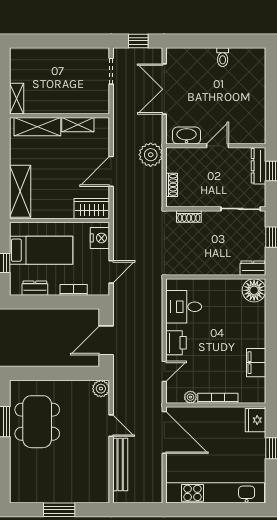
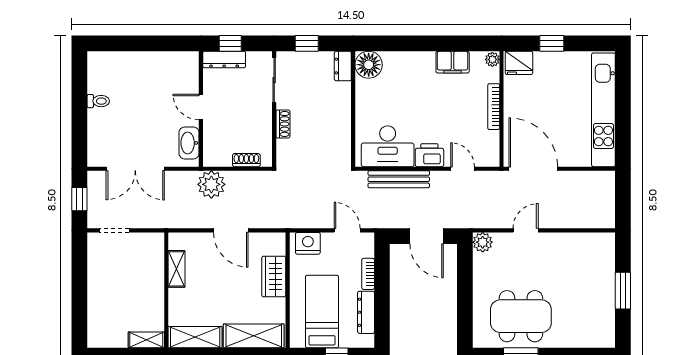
shelving: (37, 127) -> (195, 337), moved, turned 90
wardrobe: (92, 209) -> (274, 277), moved
shoe rack: (189, 216) -> (283, 124), moved
dresser: (35, 288) -> (366, 312), width x1.44
desk: (184, 307) -> (388, 146), width x1.37
plant: (190, 397) -> (492, 59), moved
door: (164, 432) -> (533, 169), hinge flipped
bench: (120, 464) -> (399, 179), moved

